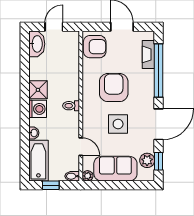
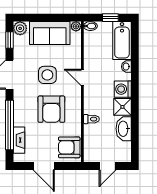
washbasin: (37, 44) -> (124, 129), moved
toilet: (71, 106) -> (91, 119), moved
door: (81, 147) -> (82, 77), moved
plant: (147, 160) -> (20, 28), moved

